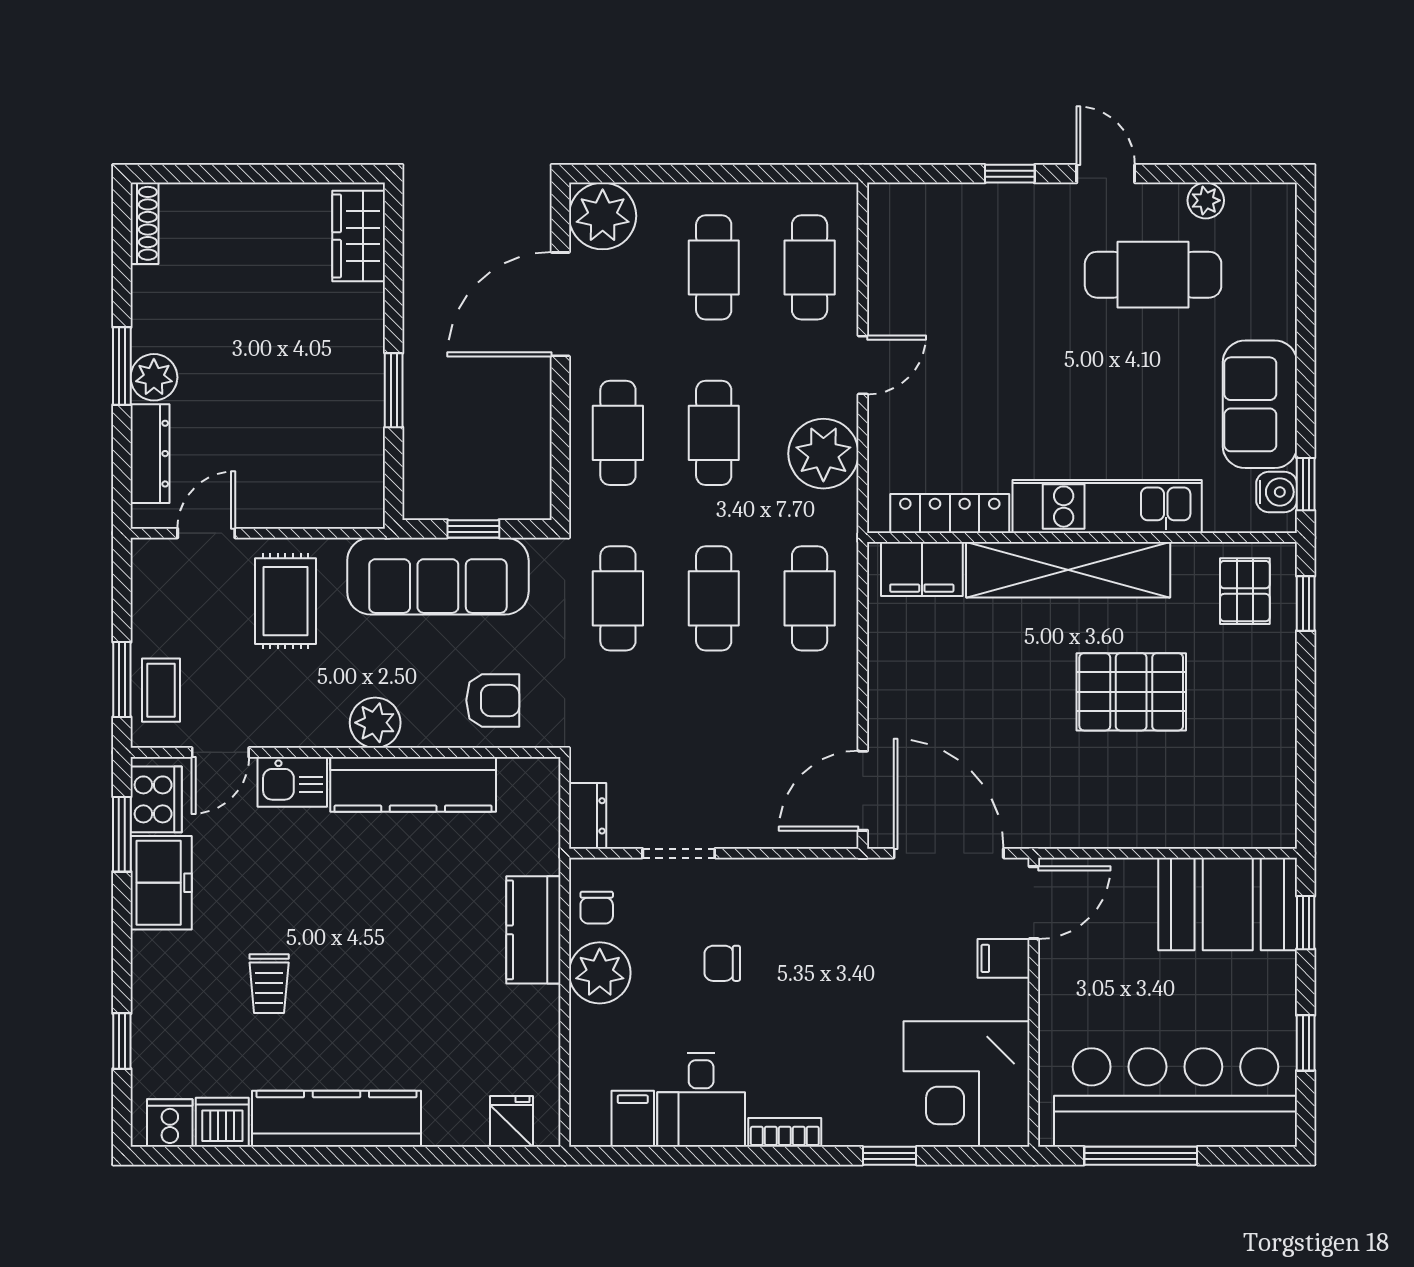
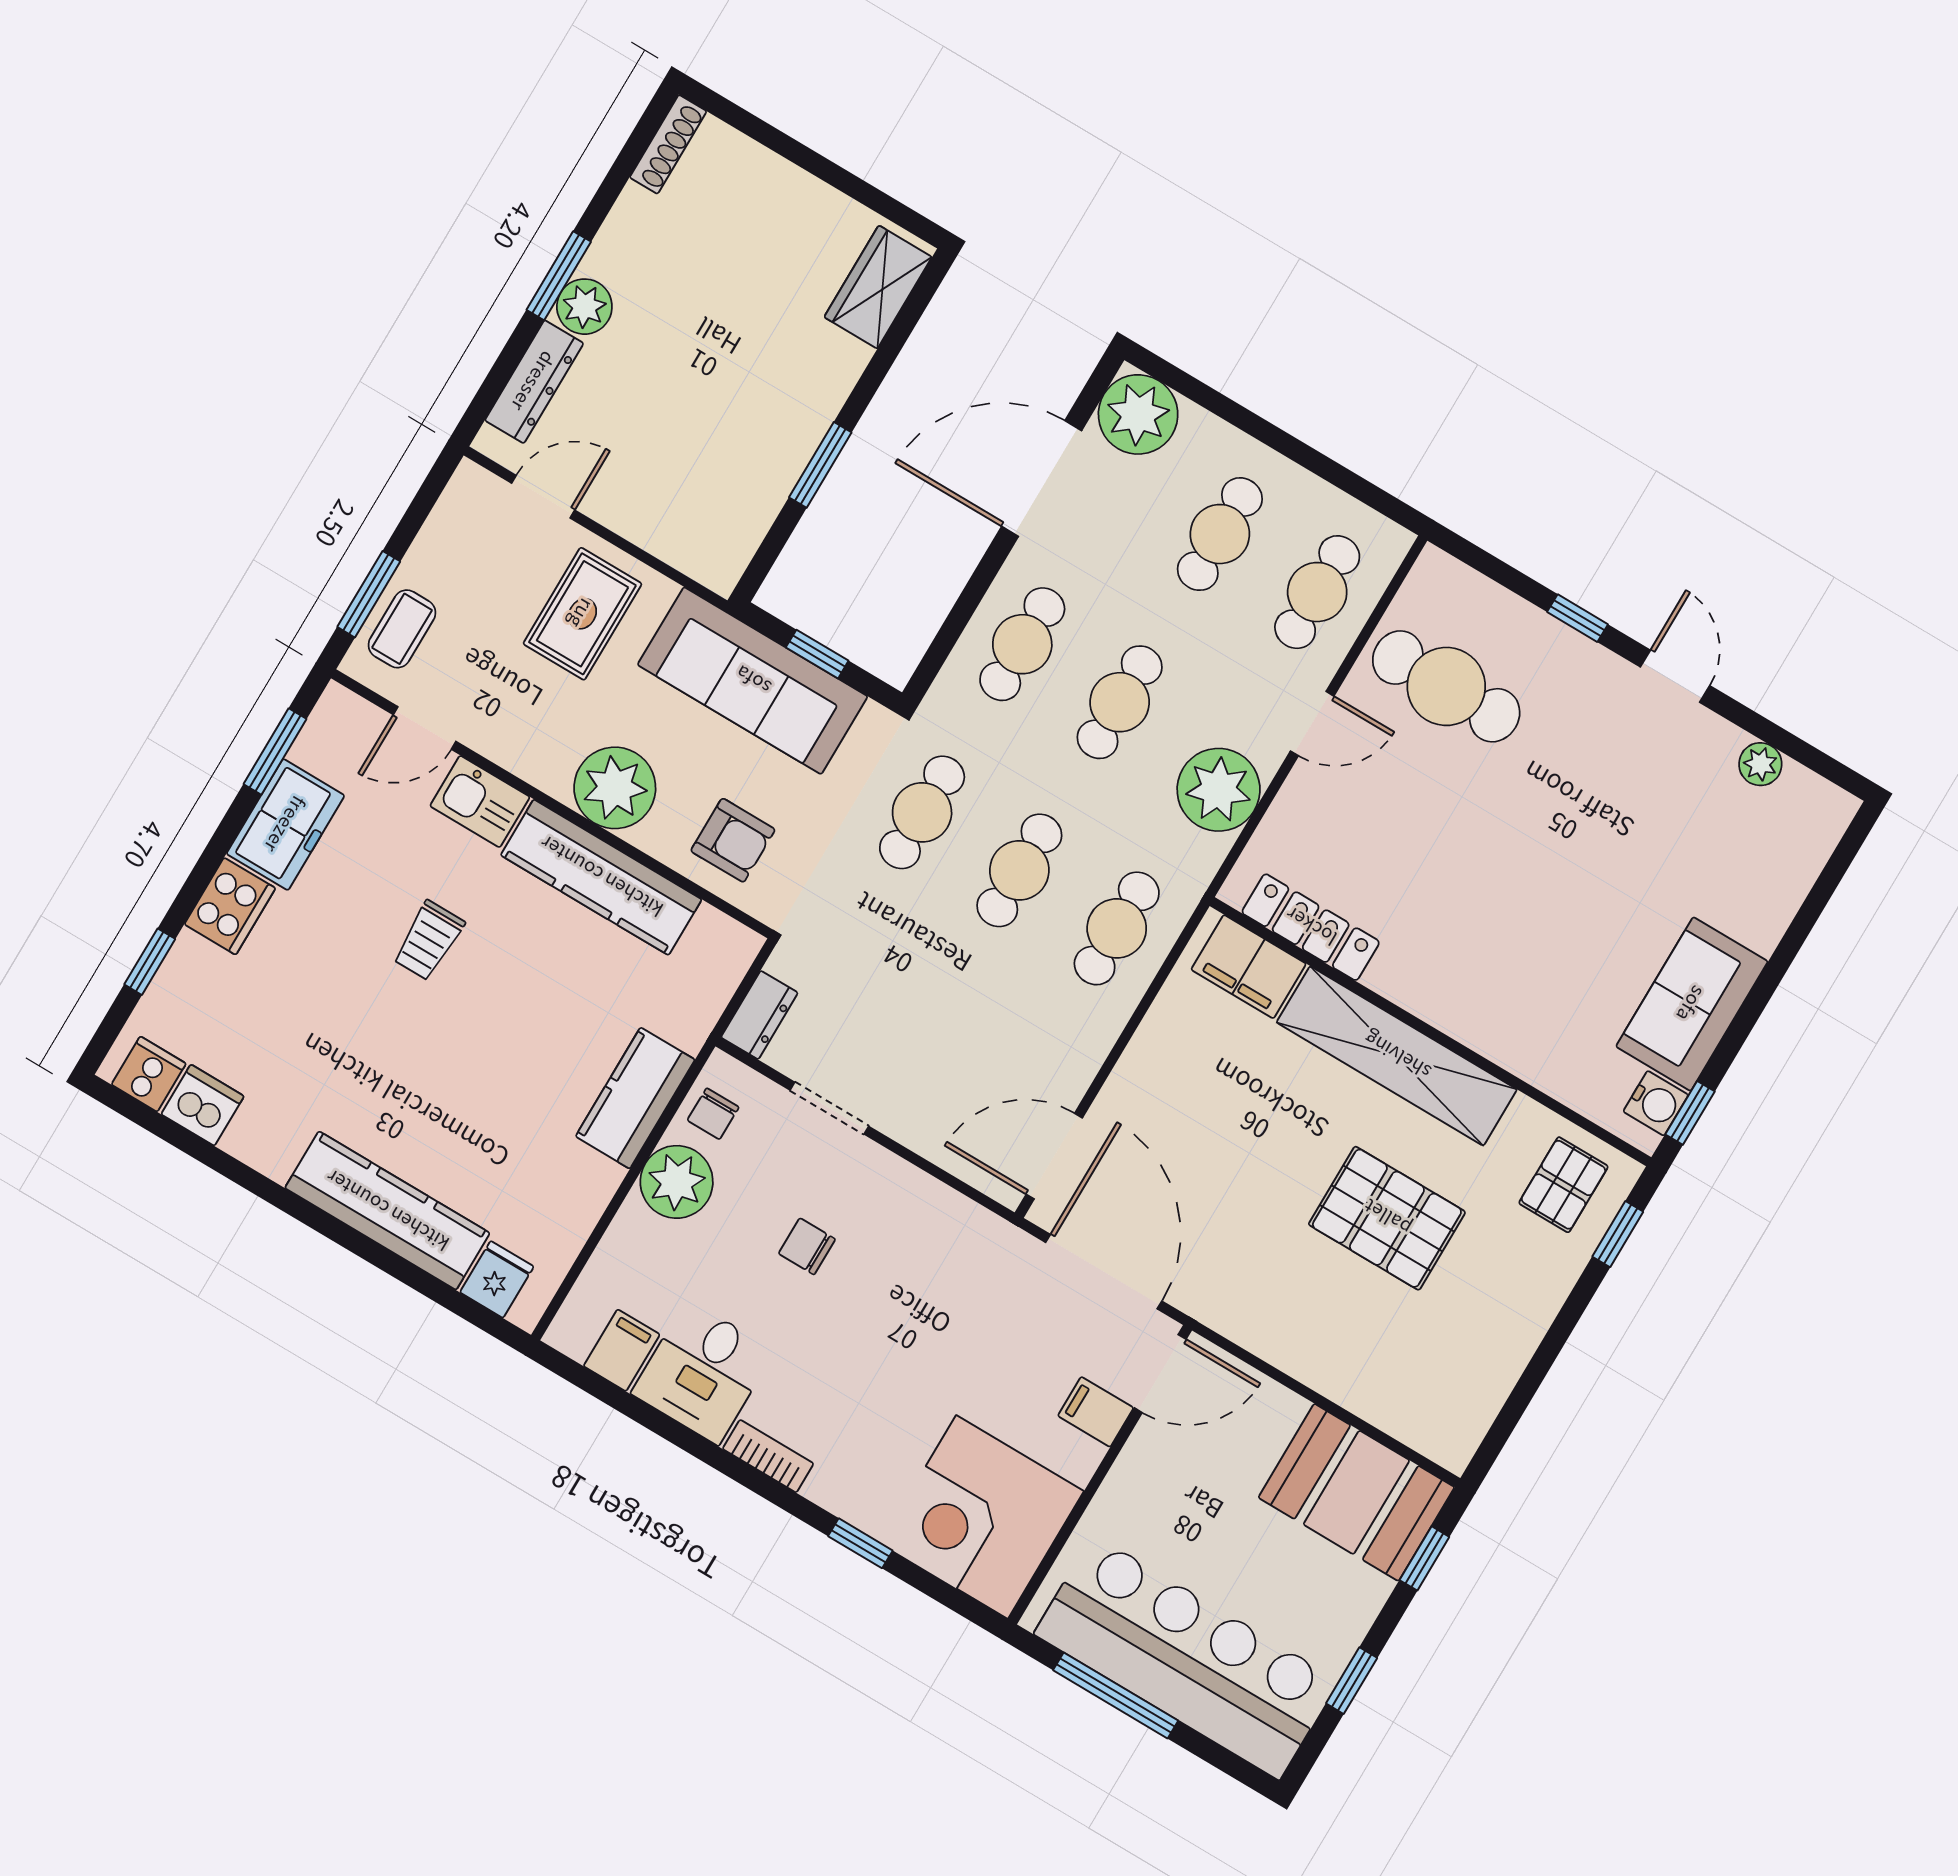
cafe table: (1153, 275) -> (1446, 686), moved
kitchen unit: (1107, 507) -> (1475, 1015), removed
plant: (375, 723) -> (615, 788), width x1.36, depth x1.36
cooker: (156, 799) -> (230, 906), moved
trolley: (269, 984) -> (429, 941), moved
kitchen counter: (337, 1119) -> (387, 1211), moved

